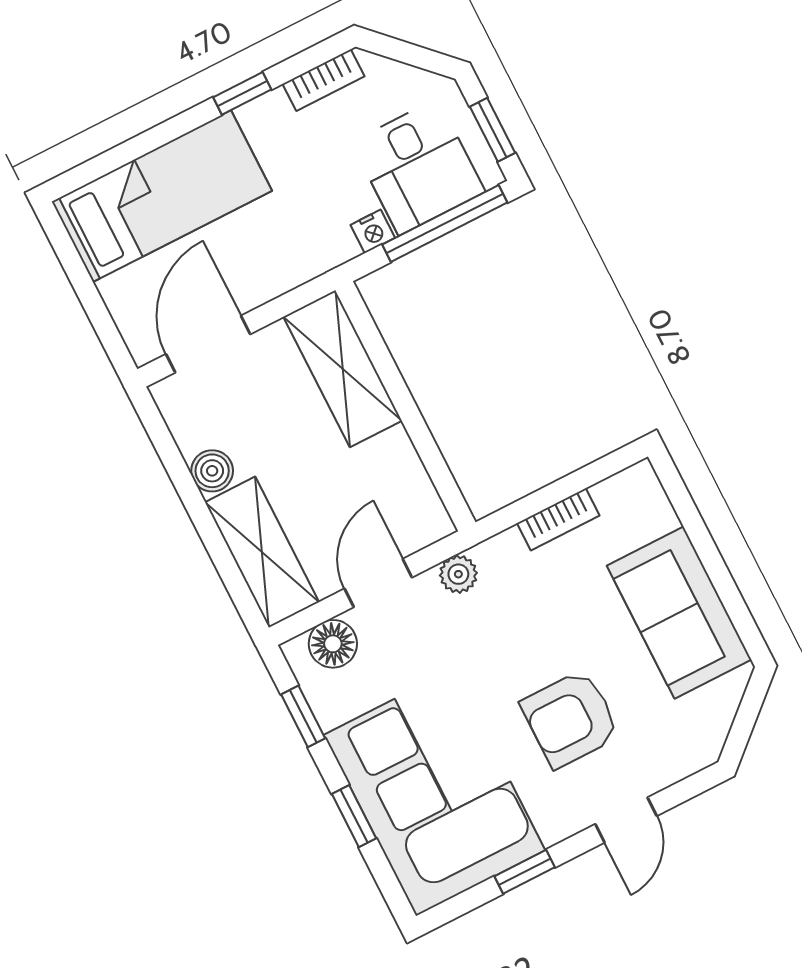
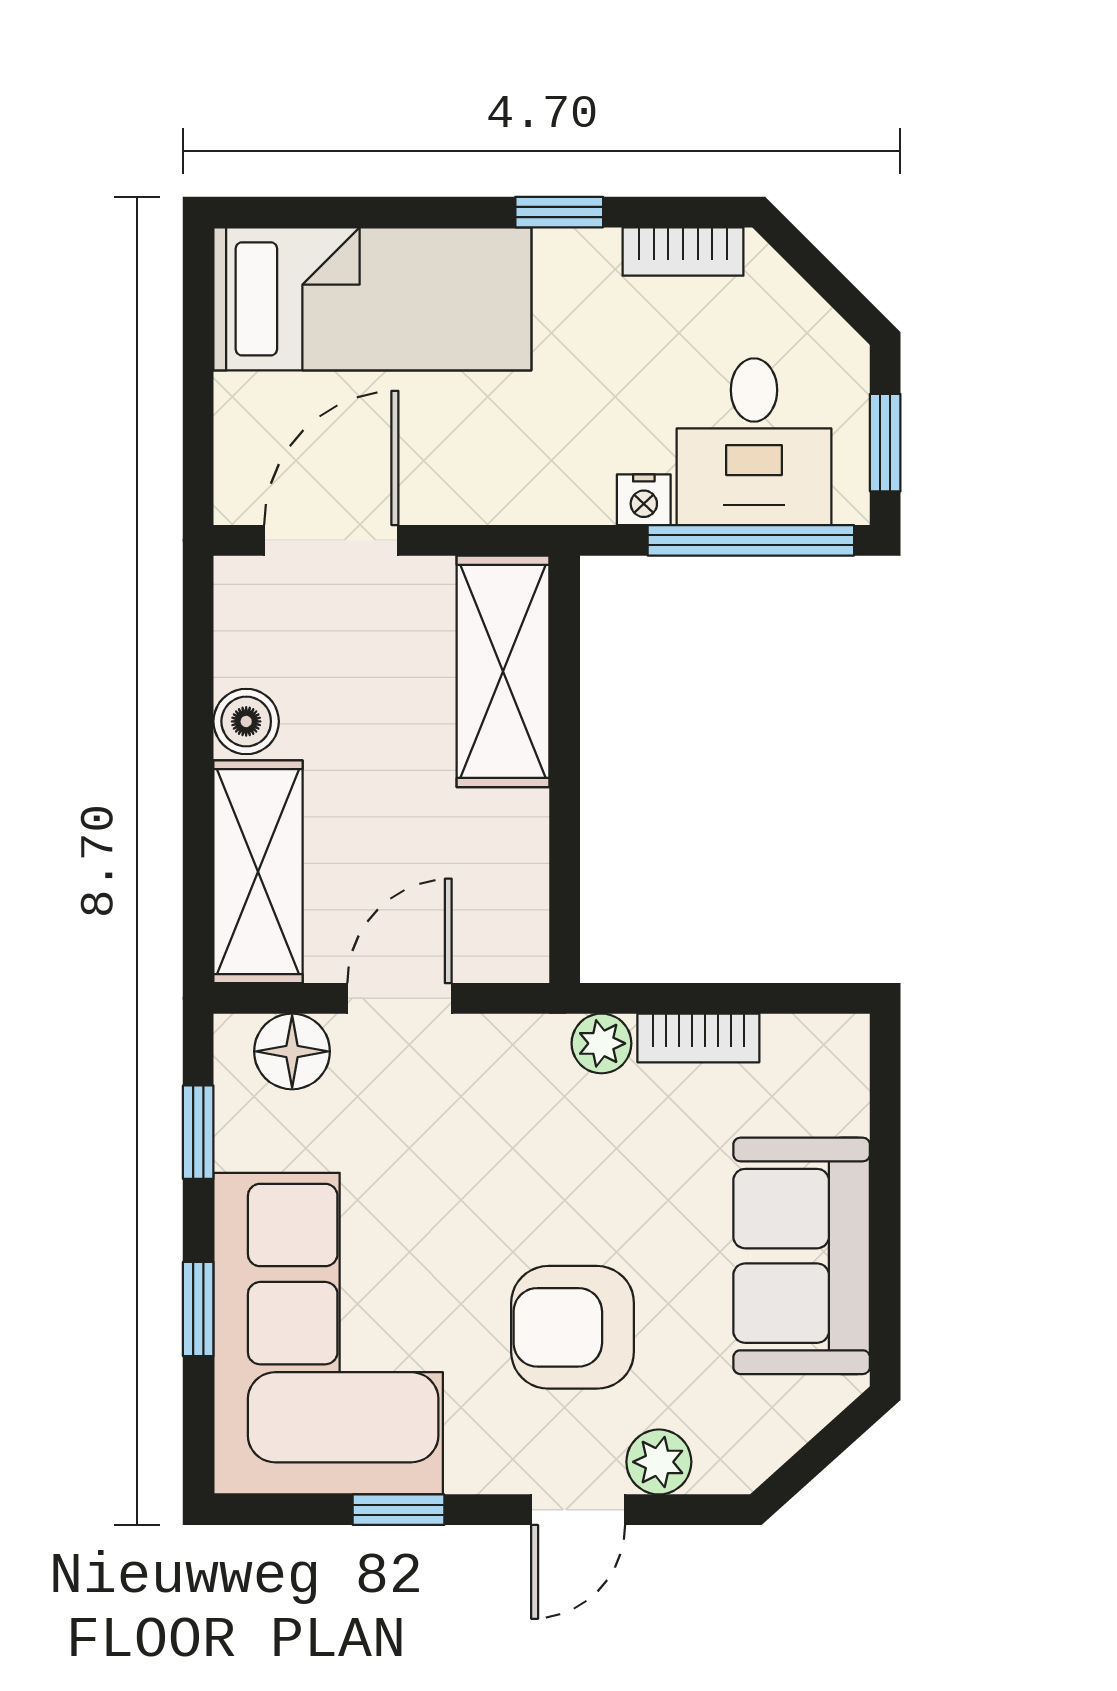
plant: (458, 574) -> (601, 1043), moved
plant: (658, 770) -> (659, 1462), added

